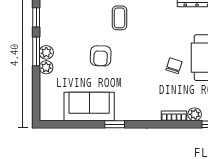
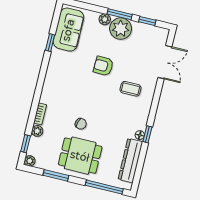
plant: (46, 52) -> (121, 29), width x1.87, depth x1.87
sofa: (89, 107) -> (68, 30), moved
window: (115, 124) -> (50, 43), moved

